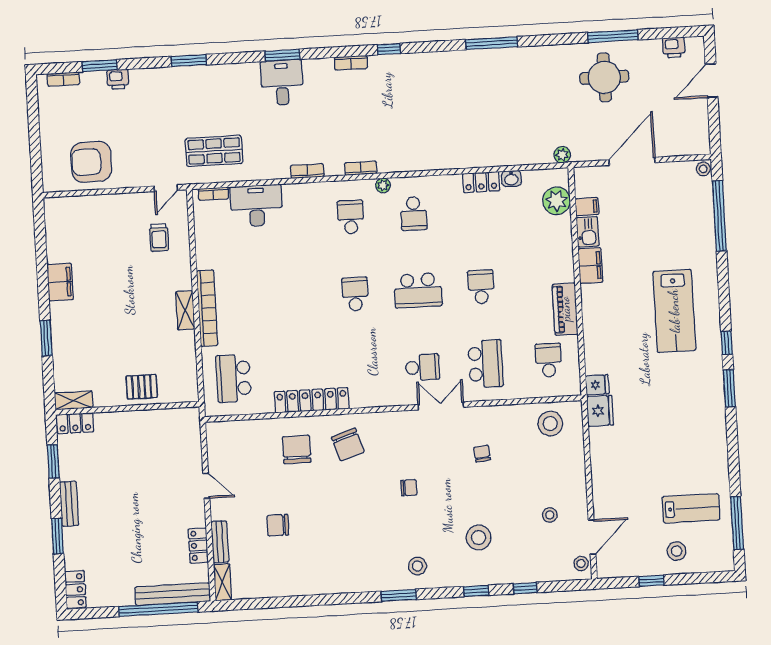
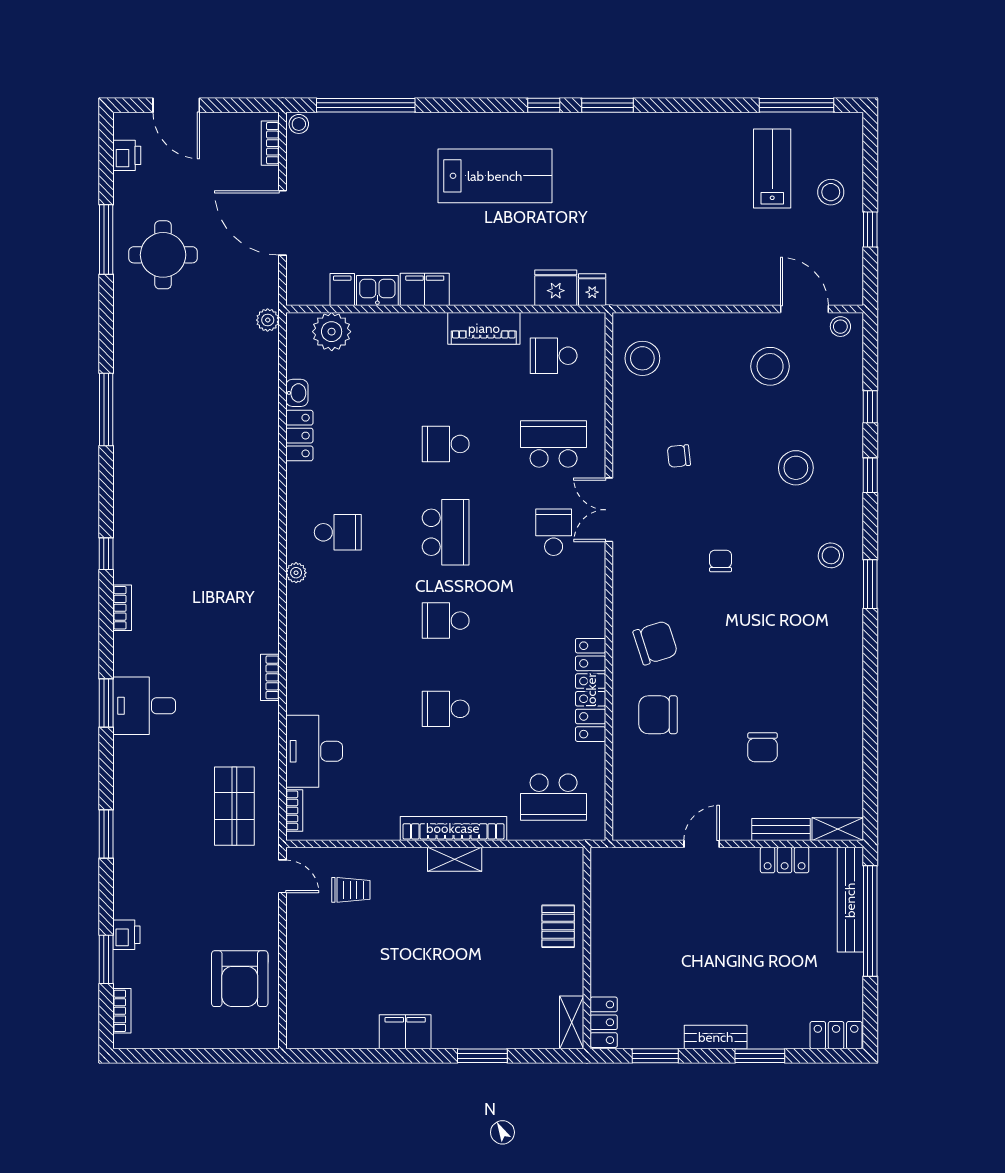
bookcase: (361, 168) -> (270, 143), moved
school desk: (351, 217) -> (446, 709), moved
fridge: (600, 411) -> (556, 288), moved
stool: (550, 515) -> (770, 366), width x1.89, depth x1.89

